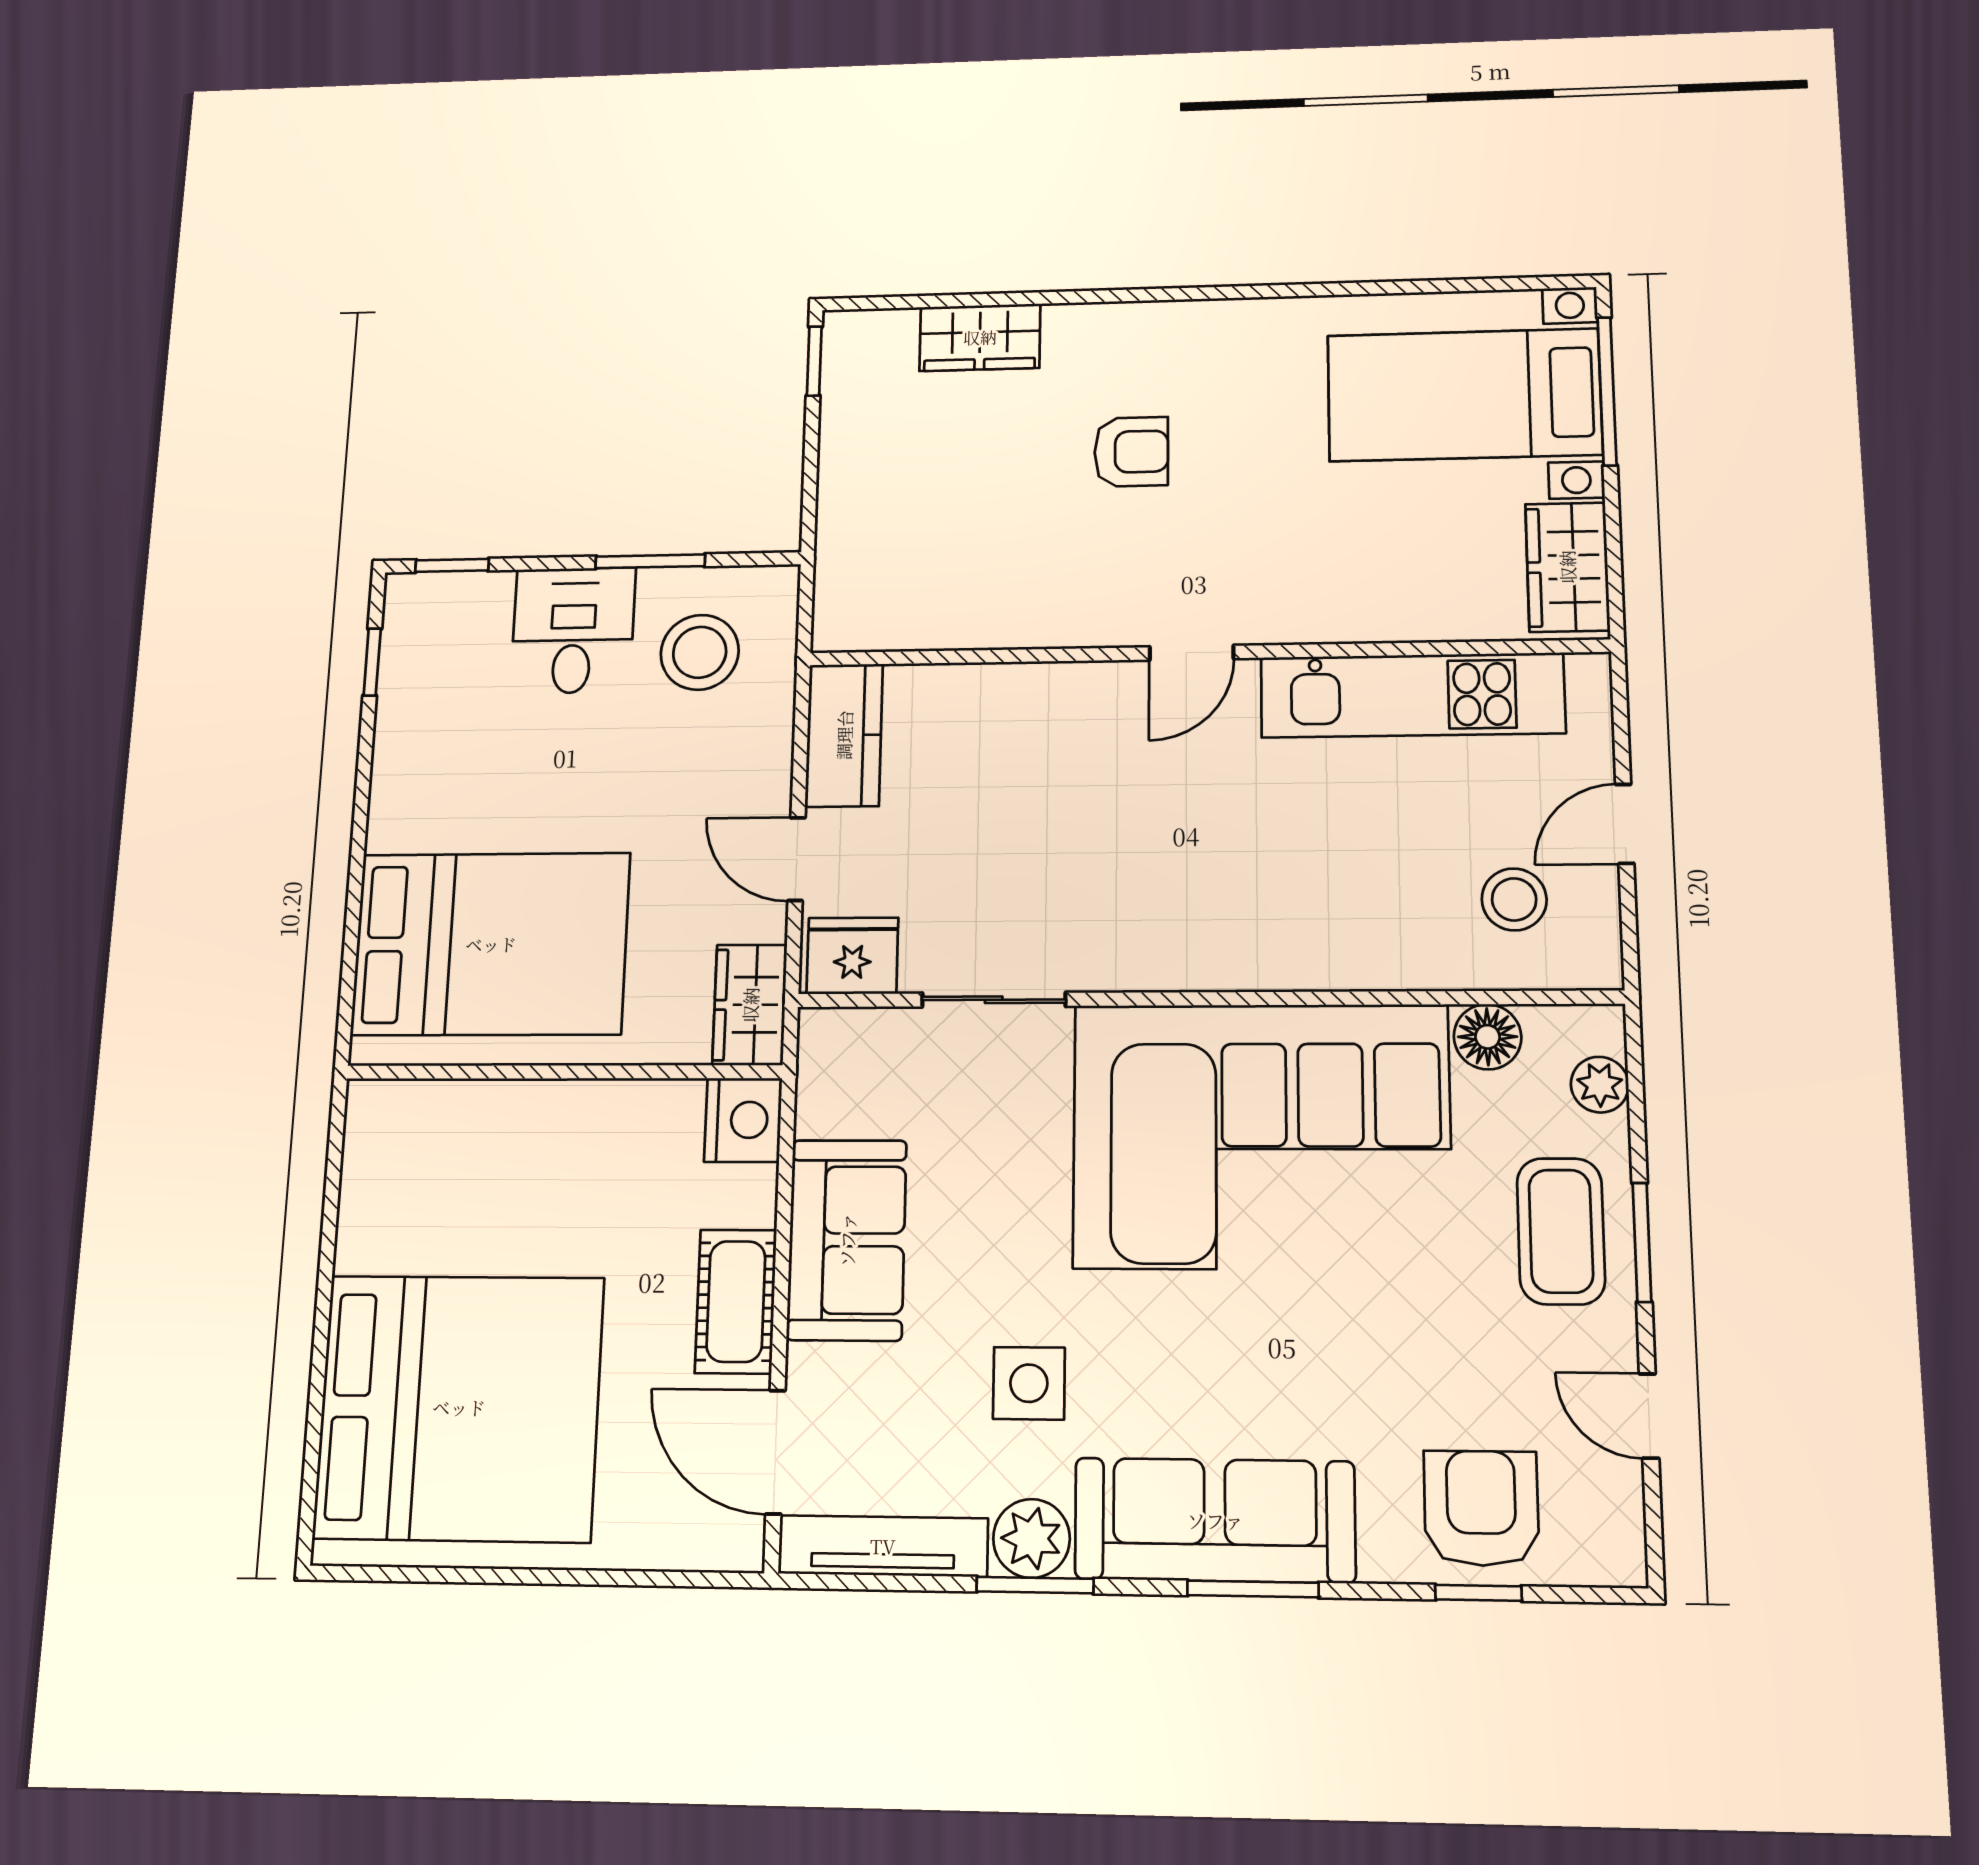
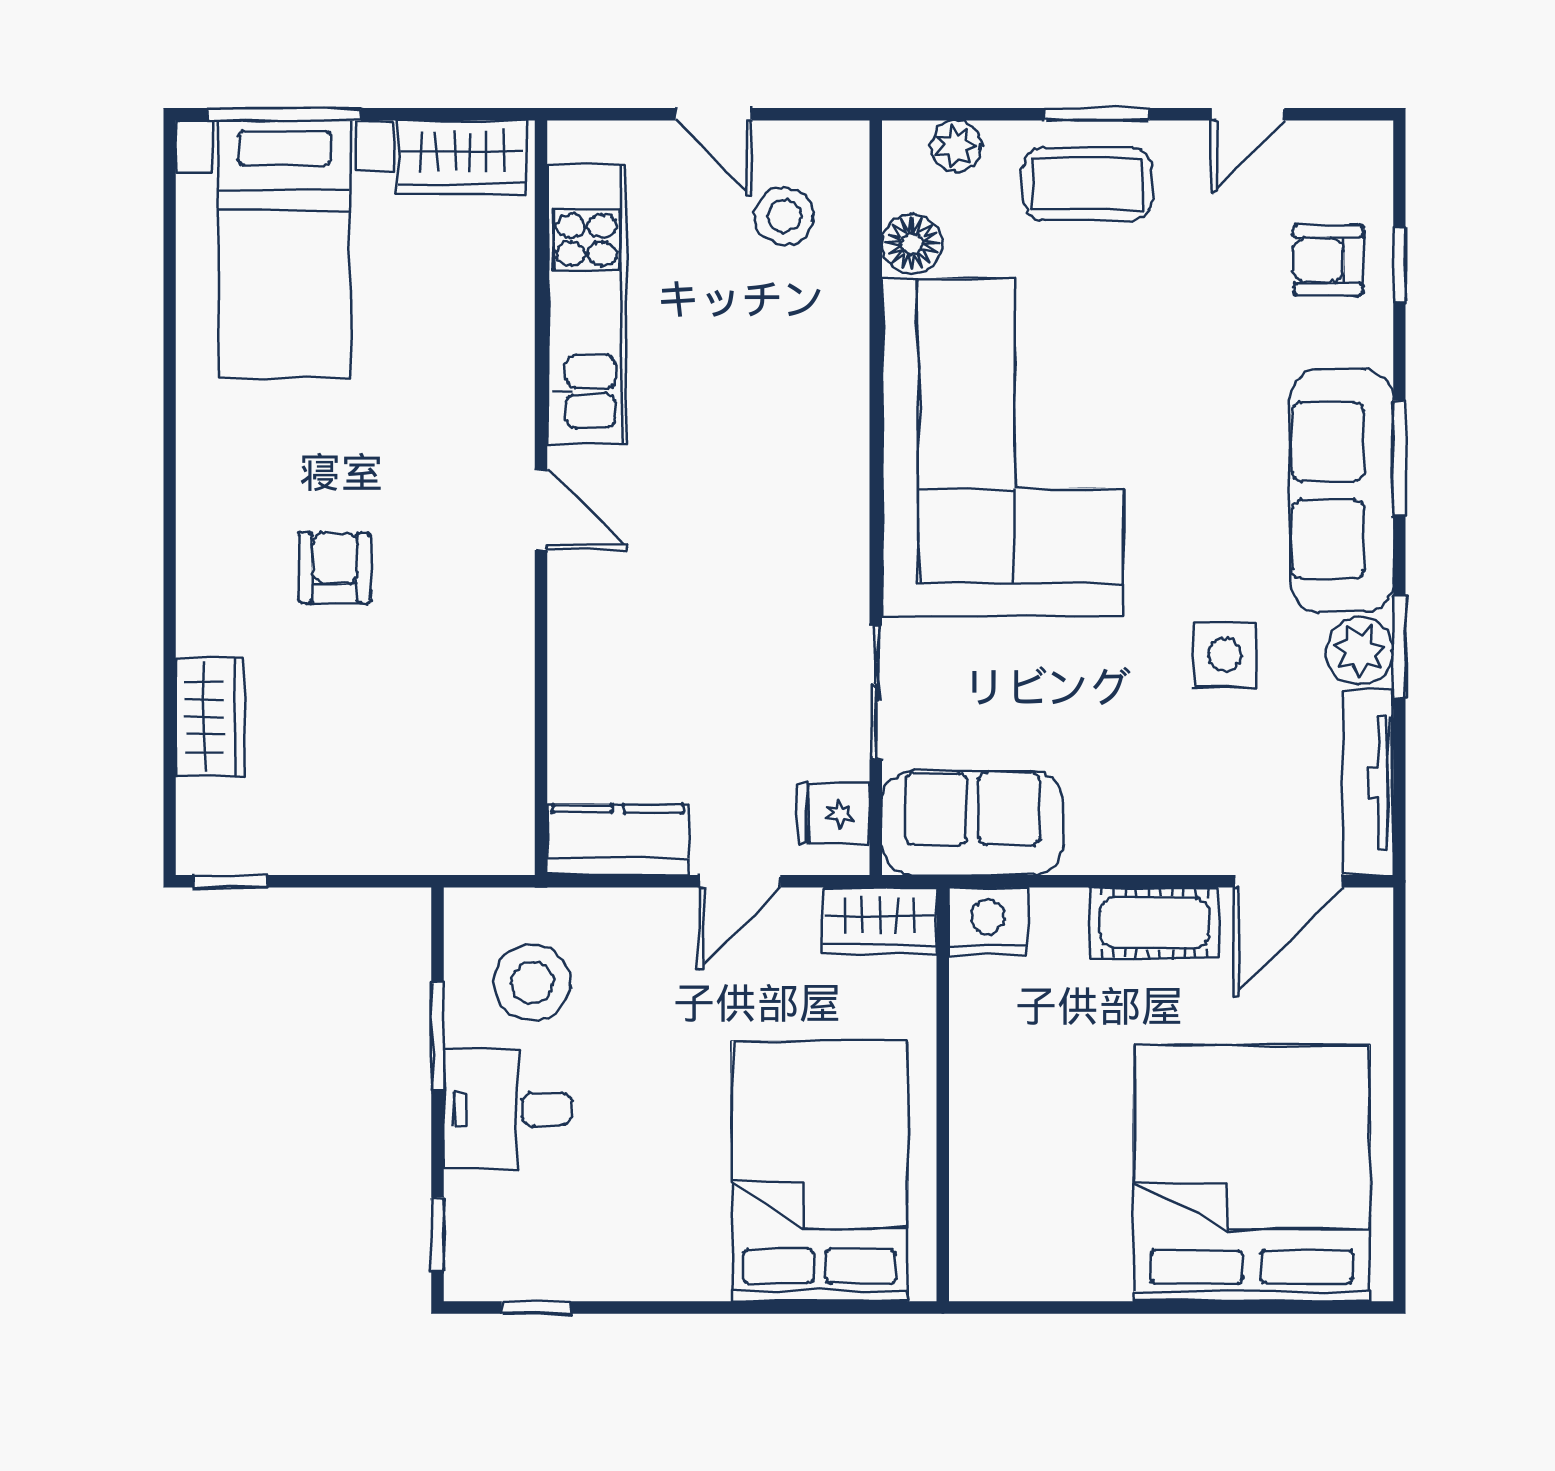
fridge: (852, 956) -> (833, 814), width x0.72
sofa: (847, 1240) -> (973, 823), moved
armchair: (1481, 1508) -> (1328, 260), width x0.72, depth x0.72

